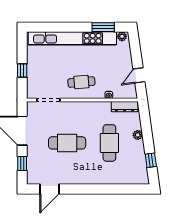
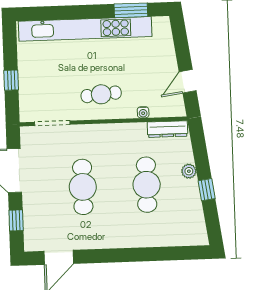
plant: (122, 36) -> (160, 23), removed
cafe table: (67, 143) -> (83, 187), turned 90
window: (151, 160) -> (207, 190), moved

